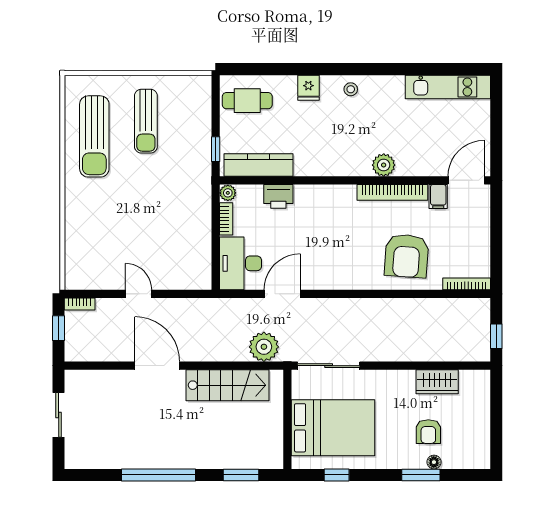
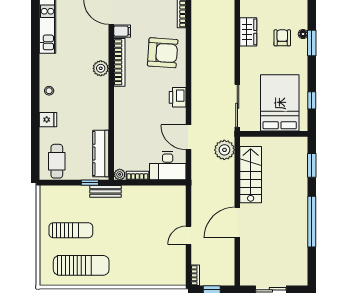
bench: (203, 172) -> (106, 191), added
printer: (278, 196) -> (178, 97), moved, turned 180
armchair: (428, 432) -> (282, 38), turned -90

